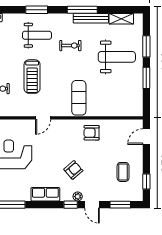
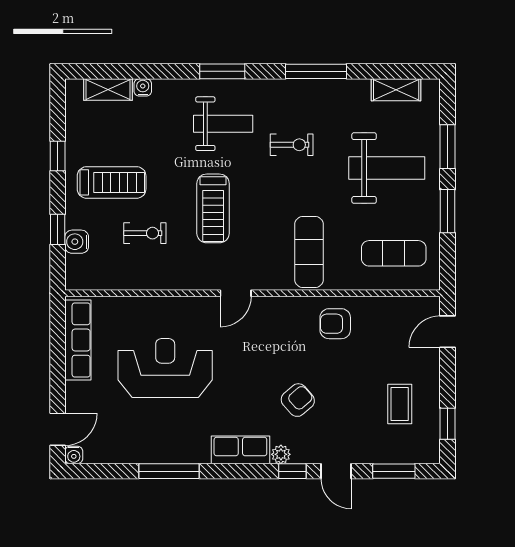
bench: (91, 18) -> (333, 89), removed
exercise mat: (120, 98) -> (394, 253), added
plant: (78, 196) -> (281, 454), moved

